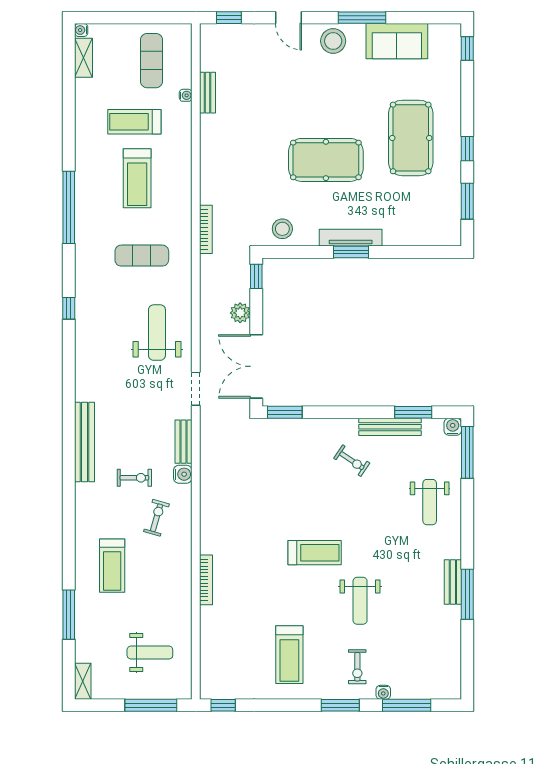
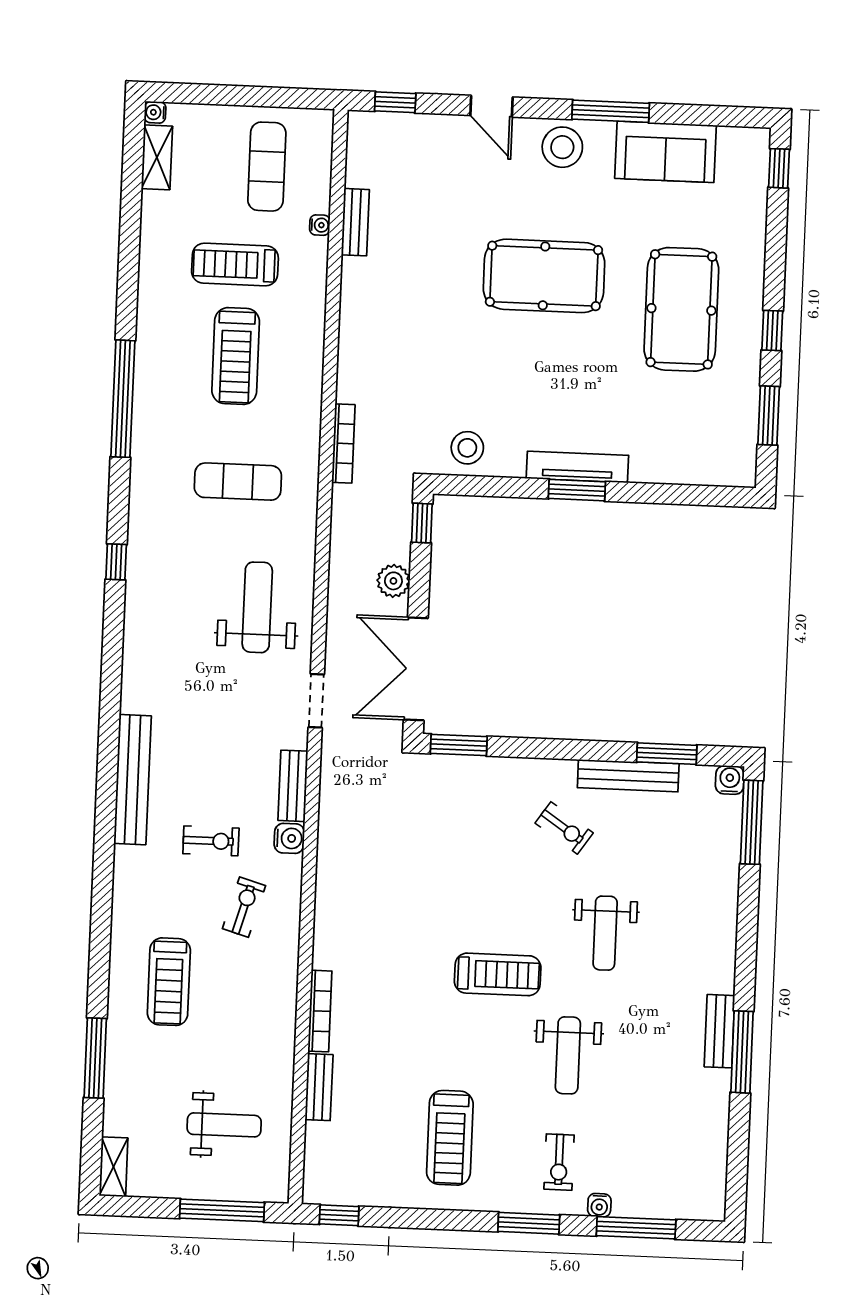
pool table: (326, 160) -> (544, 276), moved
weight bench: (430, 502) -> (605, 933), moved
bench: (207, 627) -> (319, 1087), added

